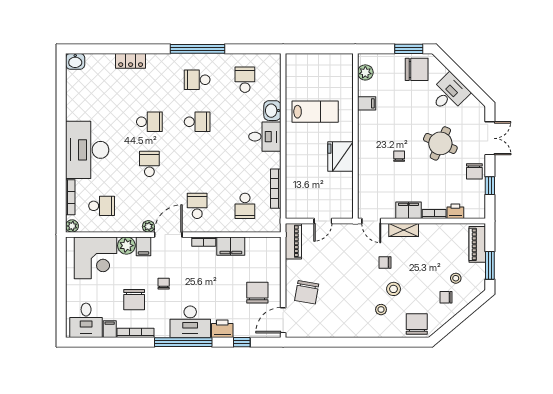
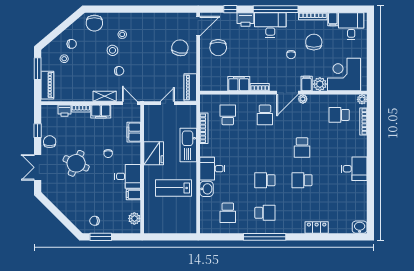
chair: (417, 69) -> (95, 221), width x0.54, depth x0.54
desk: (449, 93) -> (128, 176), moved, turned -135
desk: (87, 150) -> (354, 169), width x0.53, depth x0.77
kitchen sink: (296, 167) -> (188, 145), added
filing cabinet: (366, 184) -> (134, 132), added

